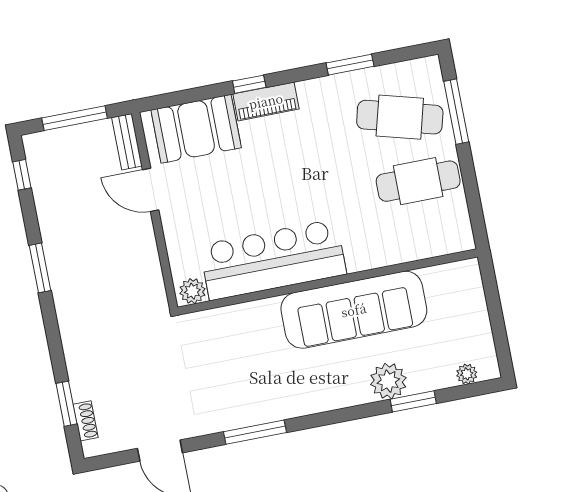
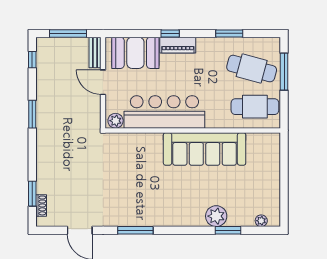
bar counter: (273, 260) -> (164, 112), moved
wall: (328, 282) -> (193, 130), moved
plant: (192, 291) -> (116, 121), moved
sofa: (354, 310) -> (205, 149), moved

